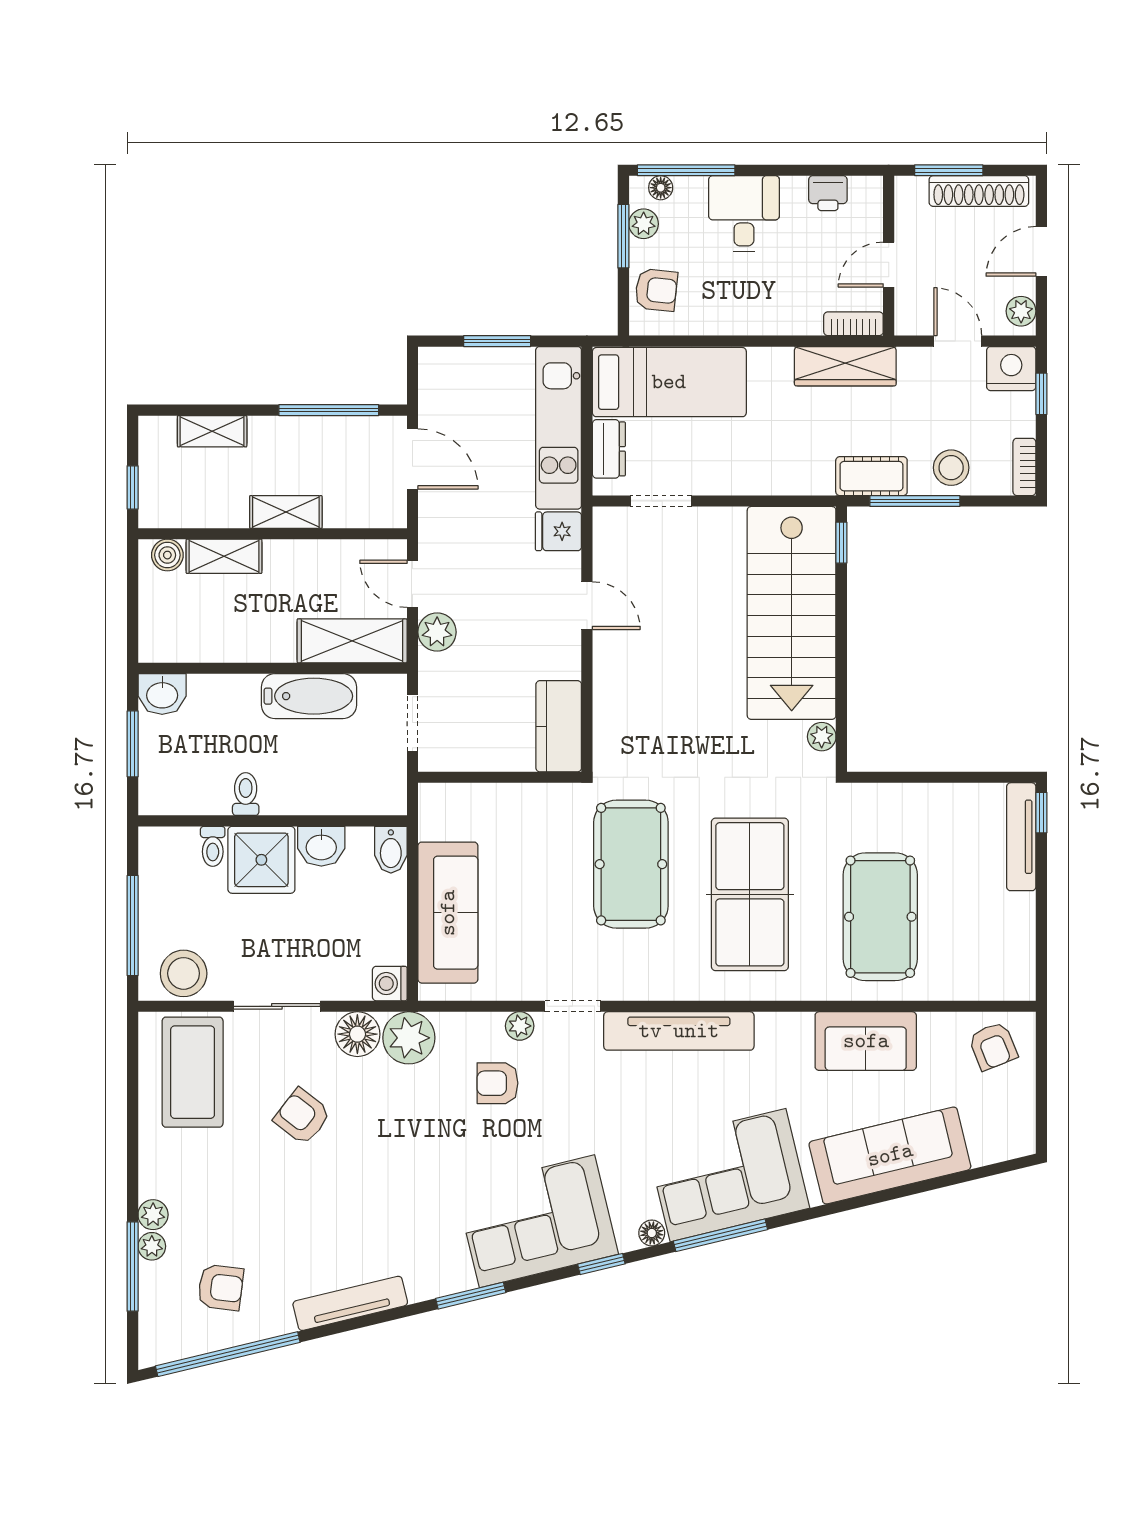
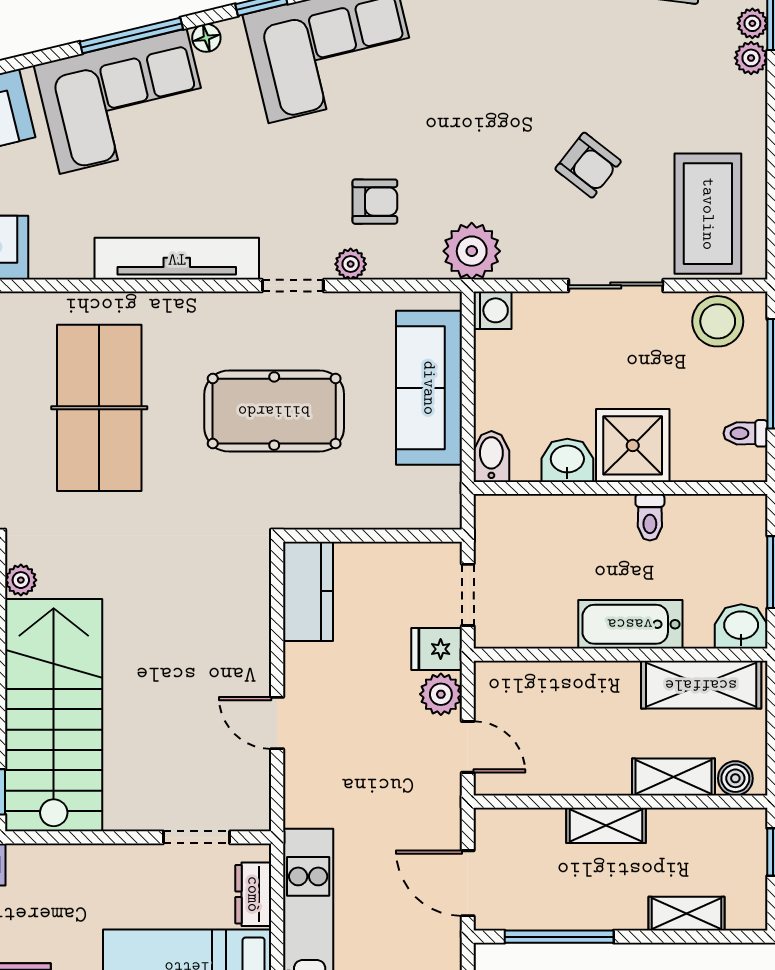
fridge: (558, 531) -> (437, 649), moved, turned 180
shelving: (352, 641) -> (701, 685), moved
bathtub: (309, 696) -> (630, 624), moved
toilet: (213, 846) -> (746, 433), moved, turned -90
pool table: (631, 864) -> (274, 411), moved, turned 90
floor lamp: (357, 1034) -> (528, 255), removed

